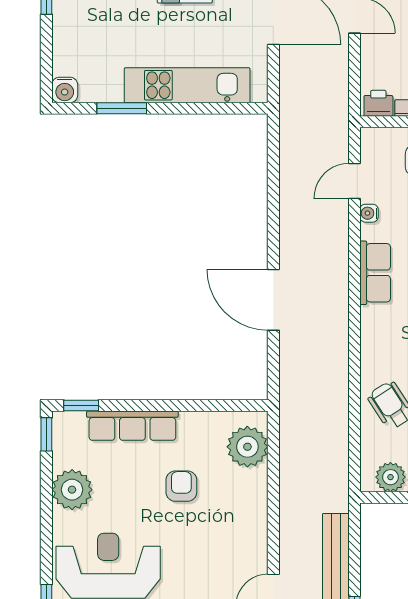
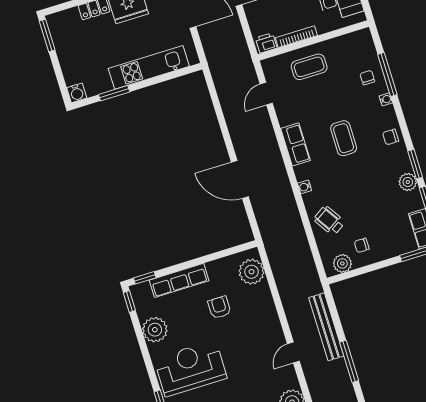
water cooler: (369, 213) -> (305, 187), moved

